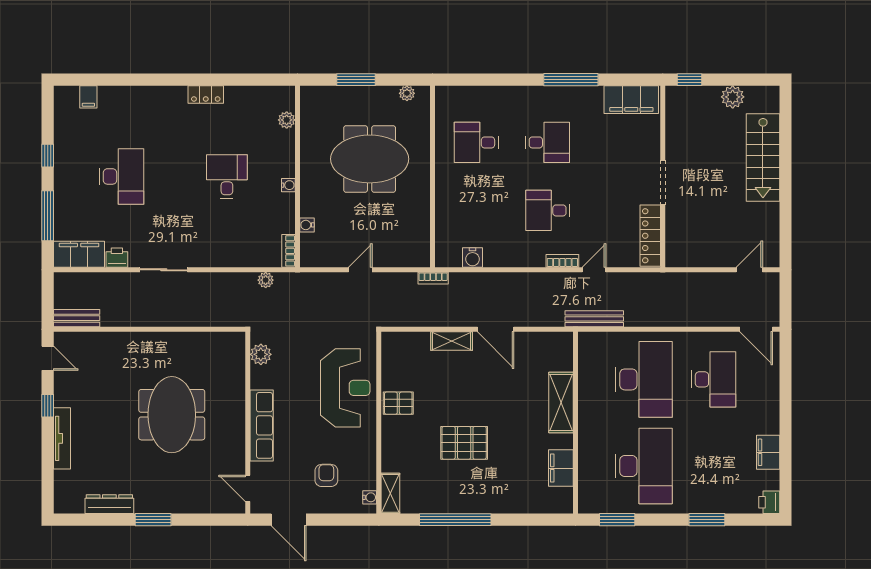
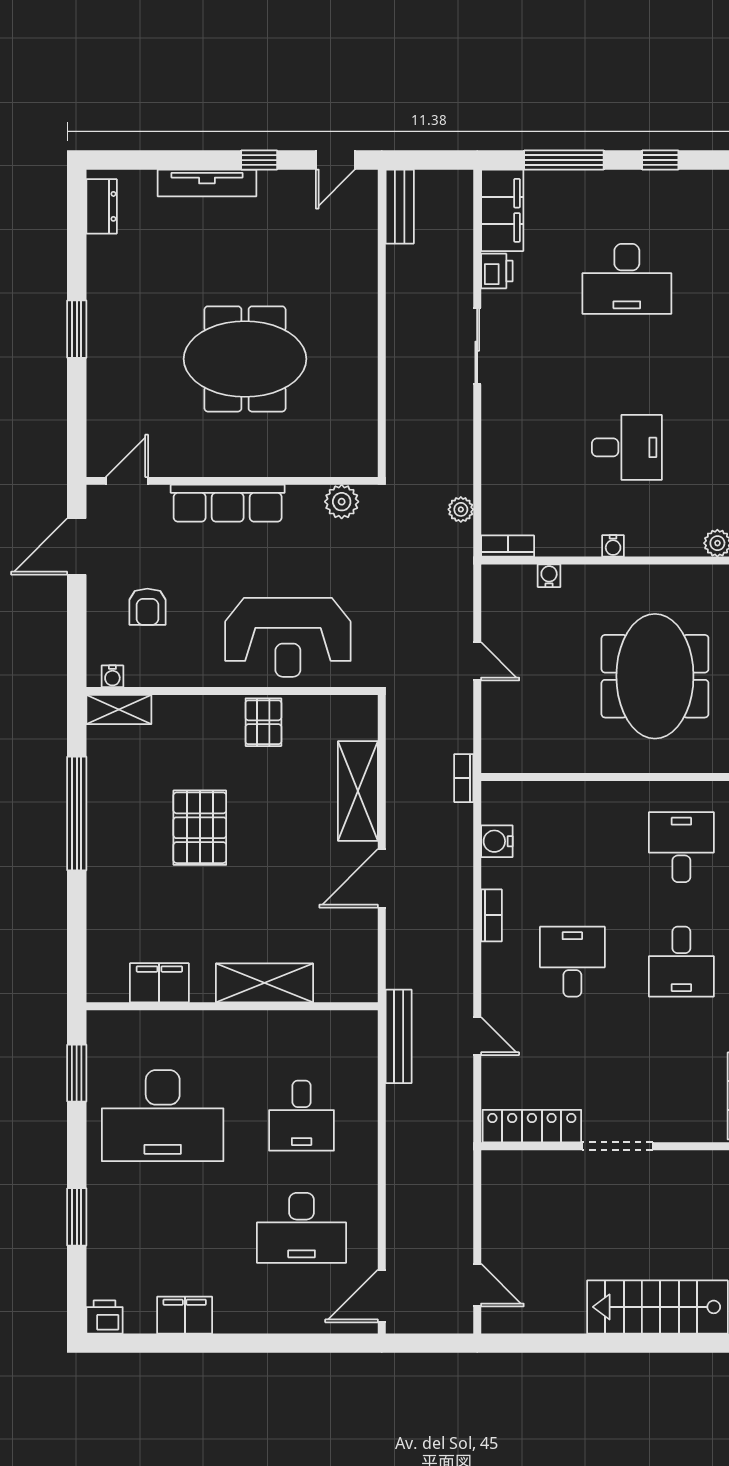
bookcase: (562, 261) -> (491, 915), moved
shelving: (452, 341) -> (358, 791), width x1.50, depth x1.33
desk: (644, 379) -> (302, 1116), width x0.53, depth x0.77
armchair: (326, 475) -> (147, 607), turned 90
dresser: (109, 504) -> (102, 206), moved, width x0.70

